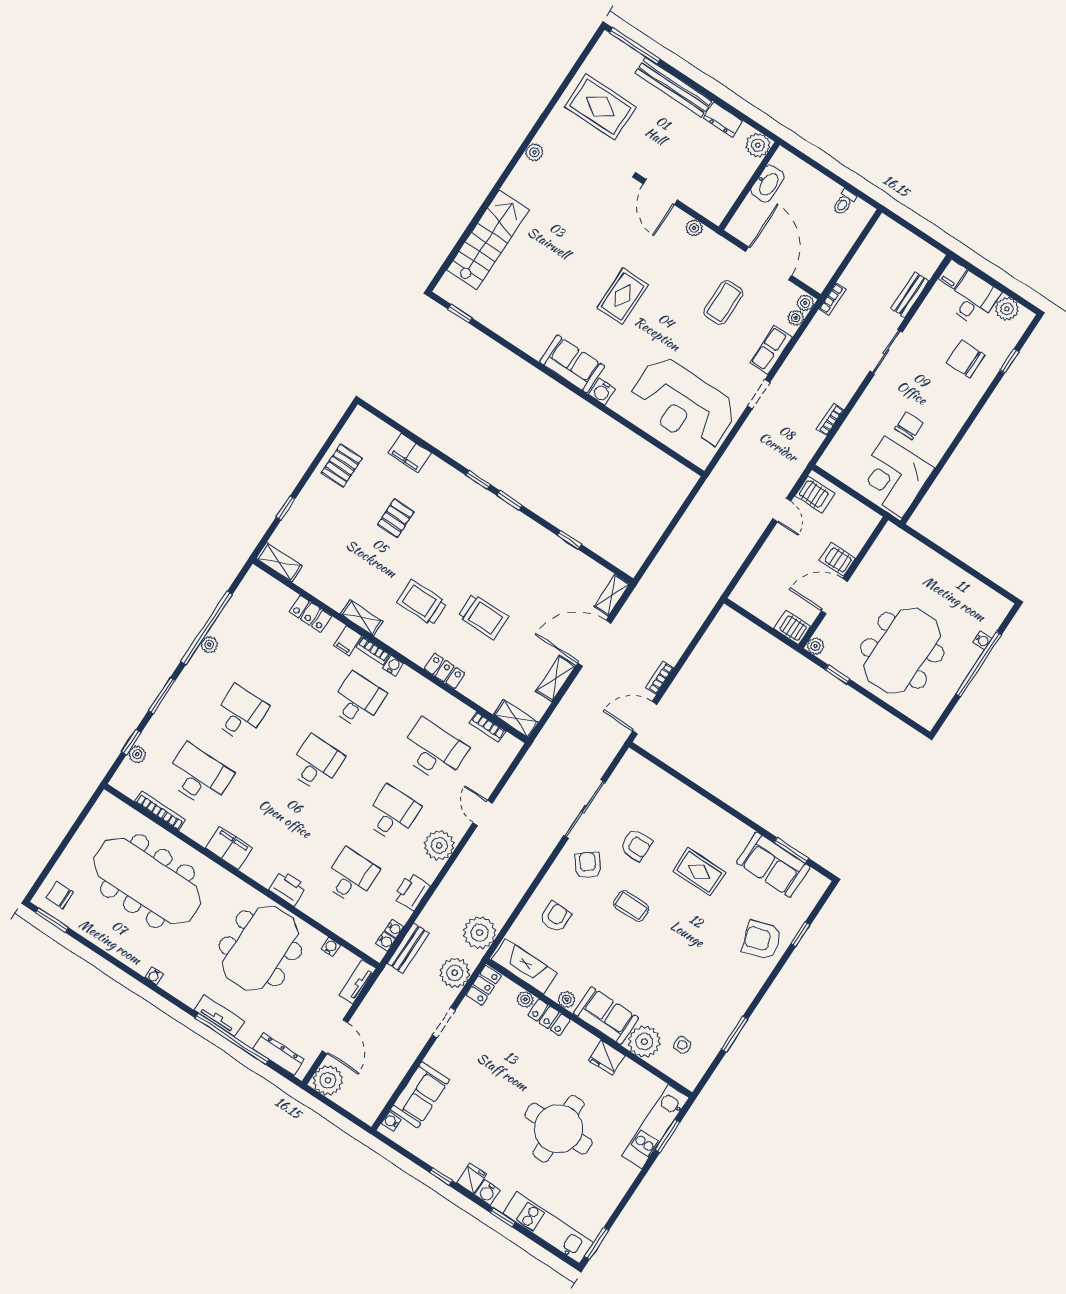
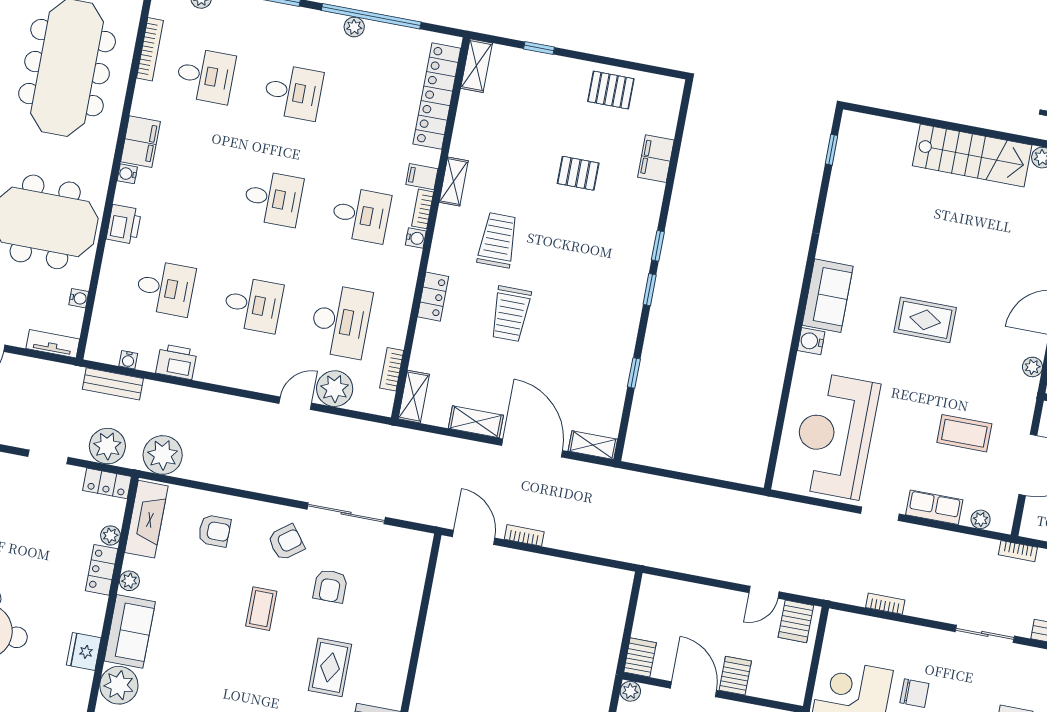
stairs: (488, 240) -> (972, 155), moved
plant: (805, 303) -> (1001, 523), removed
locker: (310, 614) -> (437, 96), width x2.16, depth x1.21
desk: (199, 776) -> (205, 76), width x0.73
plant: (439, 845) -> (335, 389), moved
water cooler: (385, 941) -> (127, 174), moved, turned 90

